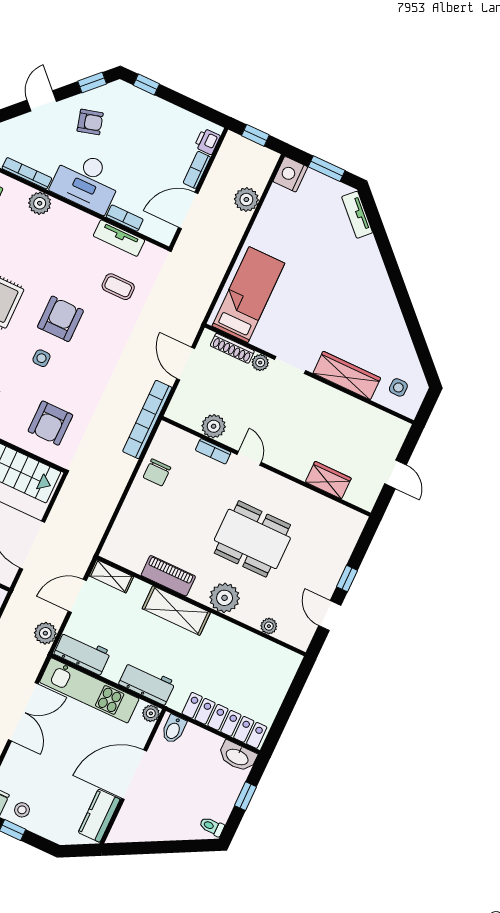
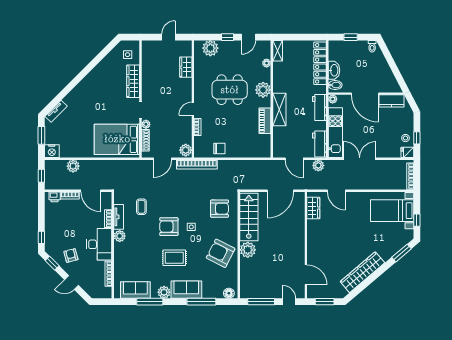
plant: (40, 203) -> (120, 236), moved
bed: (248, 295) -> (117, 139), width x1.50
plant: (214, 426) -> (186, 150), moved
dining table: (252, 539) -> (230, 90), turned 90
plant: (341, 539) -> (210, 48), added
shelving: (111, 576) -> (278, 51), moved
washbasin: (237, 756) -> (334, 70), moved

